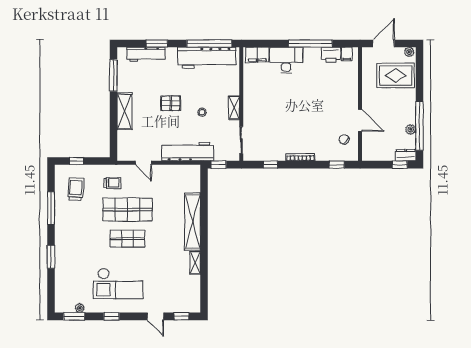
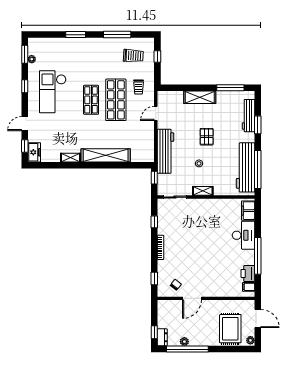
freezer: (189, 305) -> (34, 152), added

